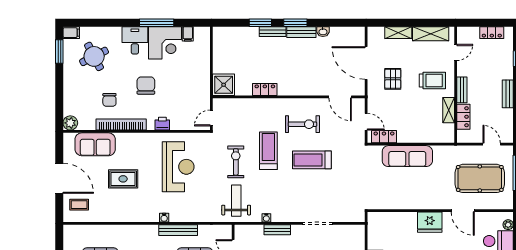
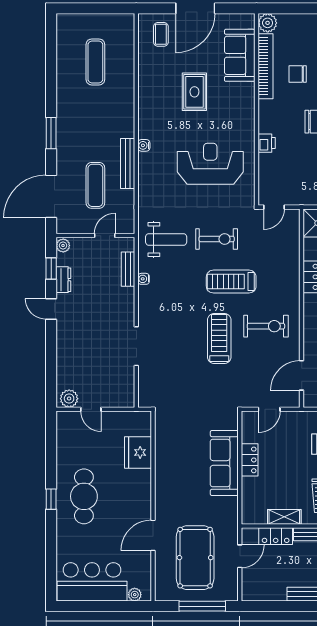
door: (211, 118) -> (274, 207), swing flipped
bookcase: (121, 124) -> (266, 66), moved
exercise bike: (303, 124) -> (266, 326), turned -90
locker: (384, 137) -> (250, 460), moved
door: (492, 144) -> (240, 556), moved
treadmill: (268, 151) -> (231, 282), turned 180
reception desk: (178, 167) -> (210, 164), turned 180
fridge: (430, 222) -> (138, 452), moved
bench: (277, 230) -> (128, 269), moved

